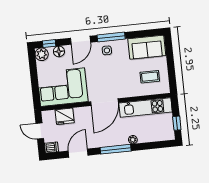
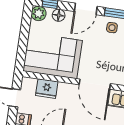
door: (104, 102) -> (95, 84), hinge flipped

